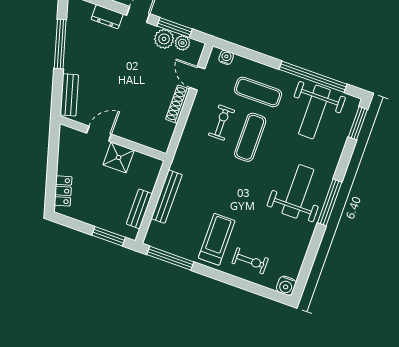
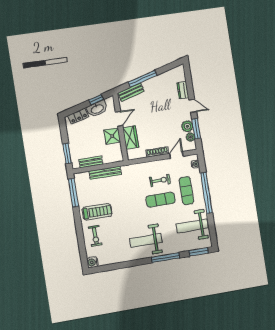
window: (60, 44) -> (143, 79), moved
window: (313, 77) -> (206, 193), moved
wardrobe: (135, 132) -> (131, 137), added
door: (99, 134) -> (119, 119), hinge flipped
window: (53, 152) -> (96, 100), added
washbasin: (67, 158) -> (97, 109), added
weight bench: (298, 191) -> (146, 241), turned 180
window: (330, 202) -> (166, 258), moved

